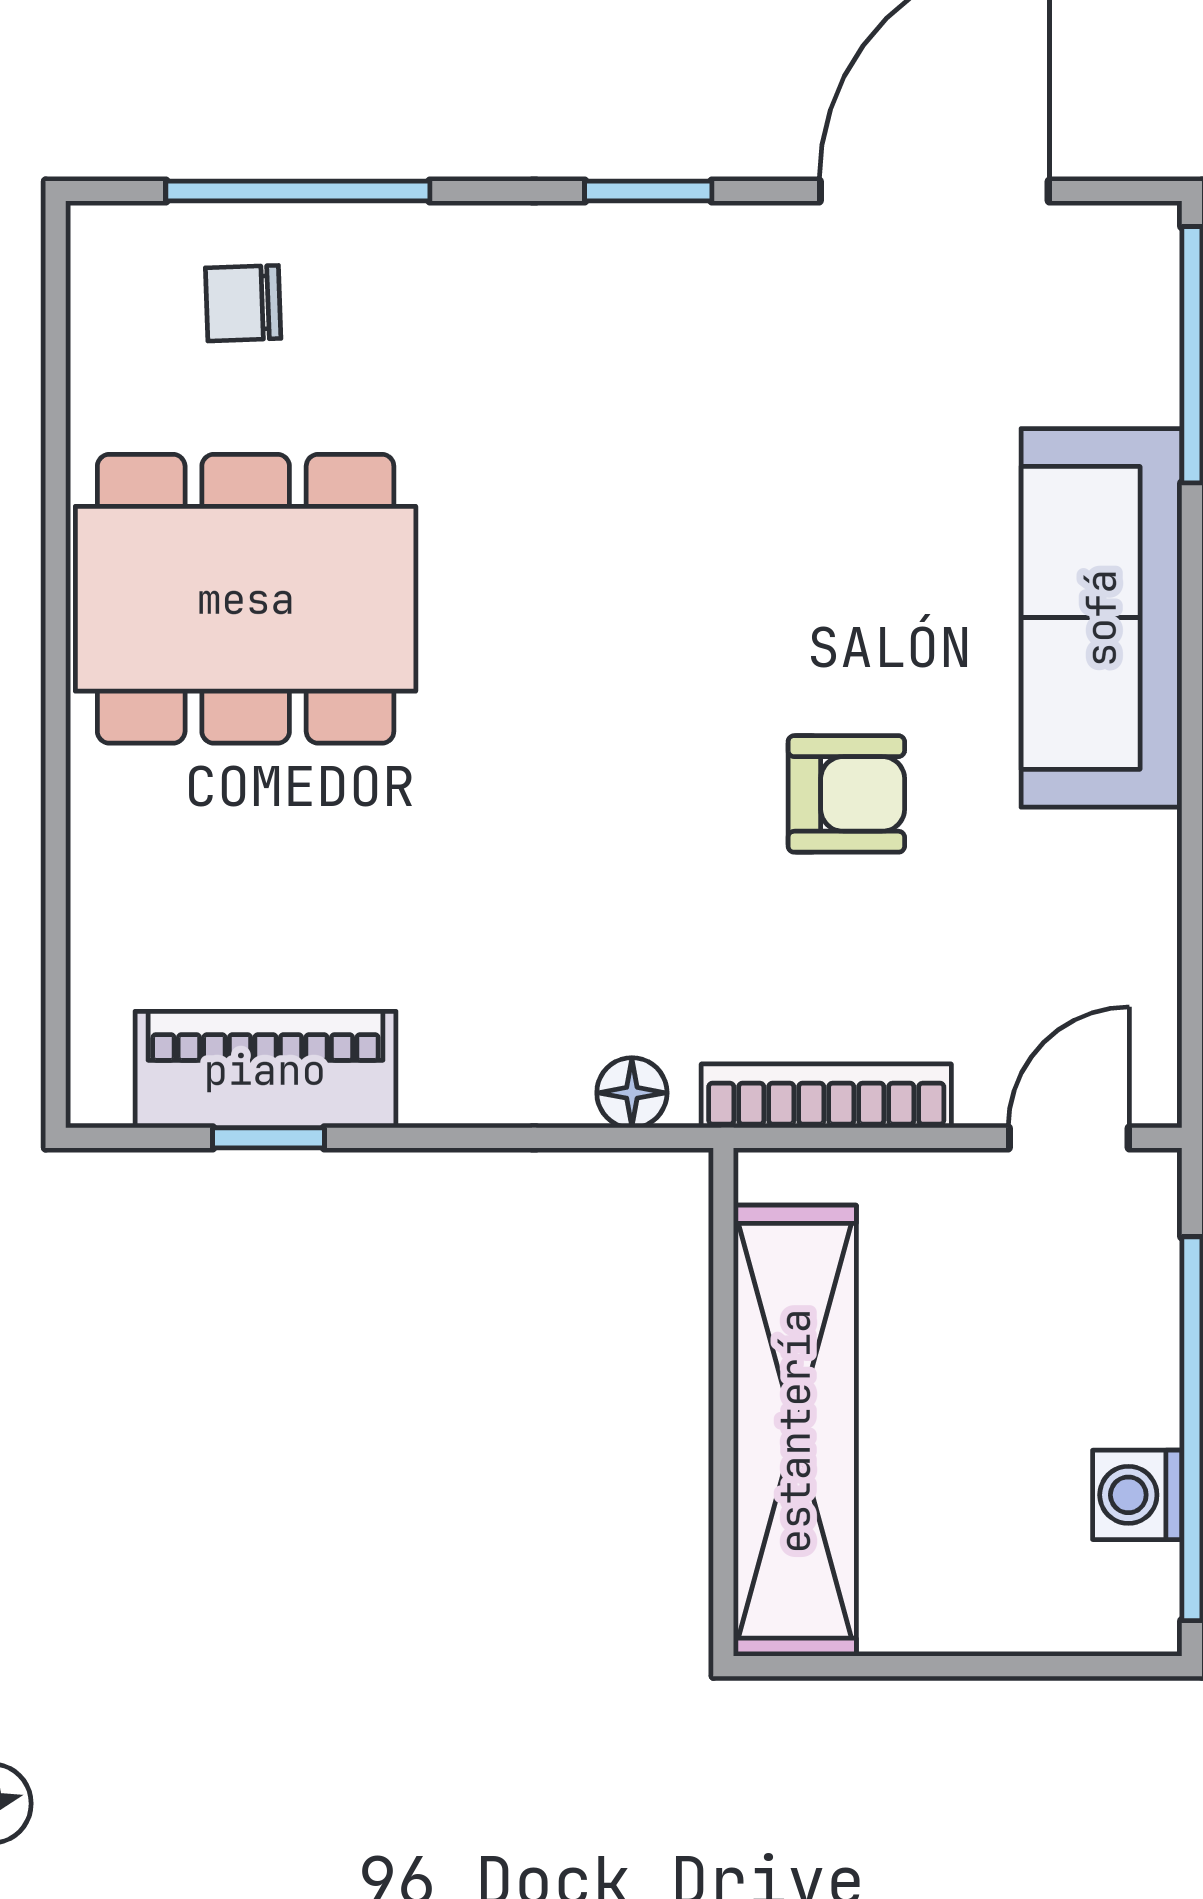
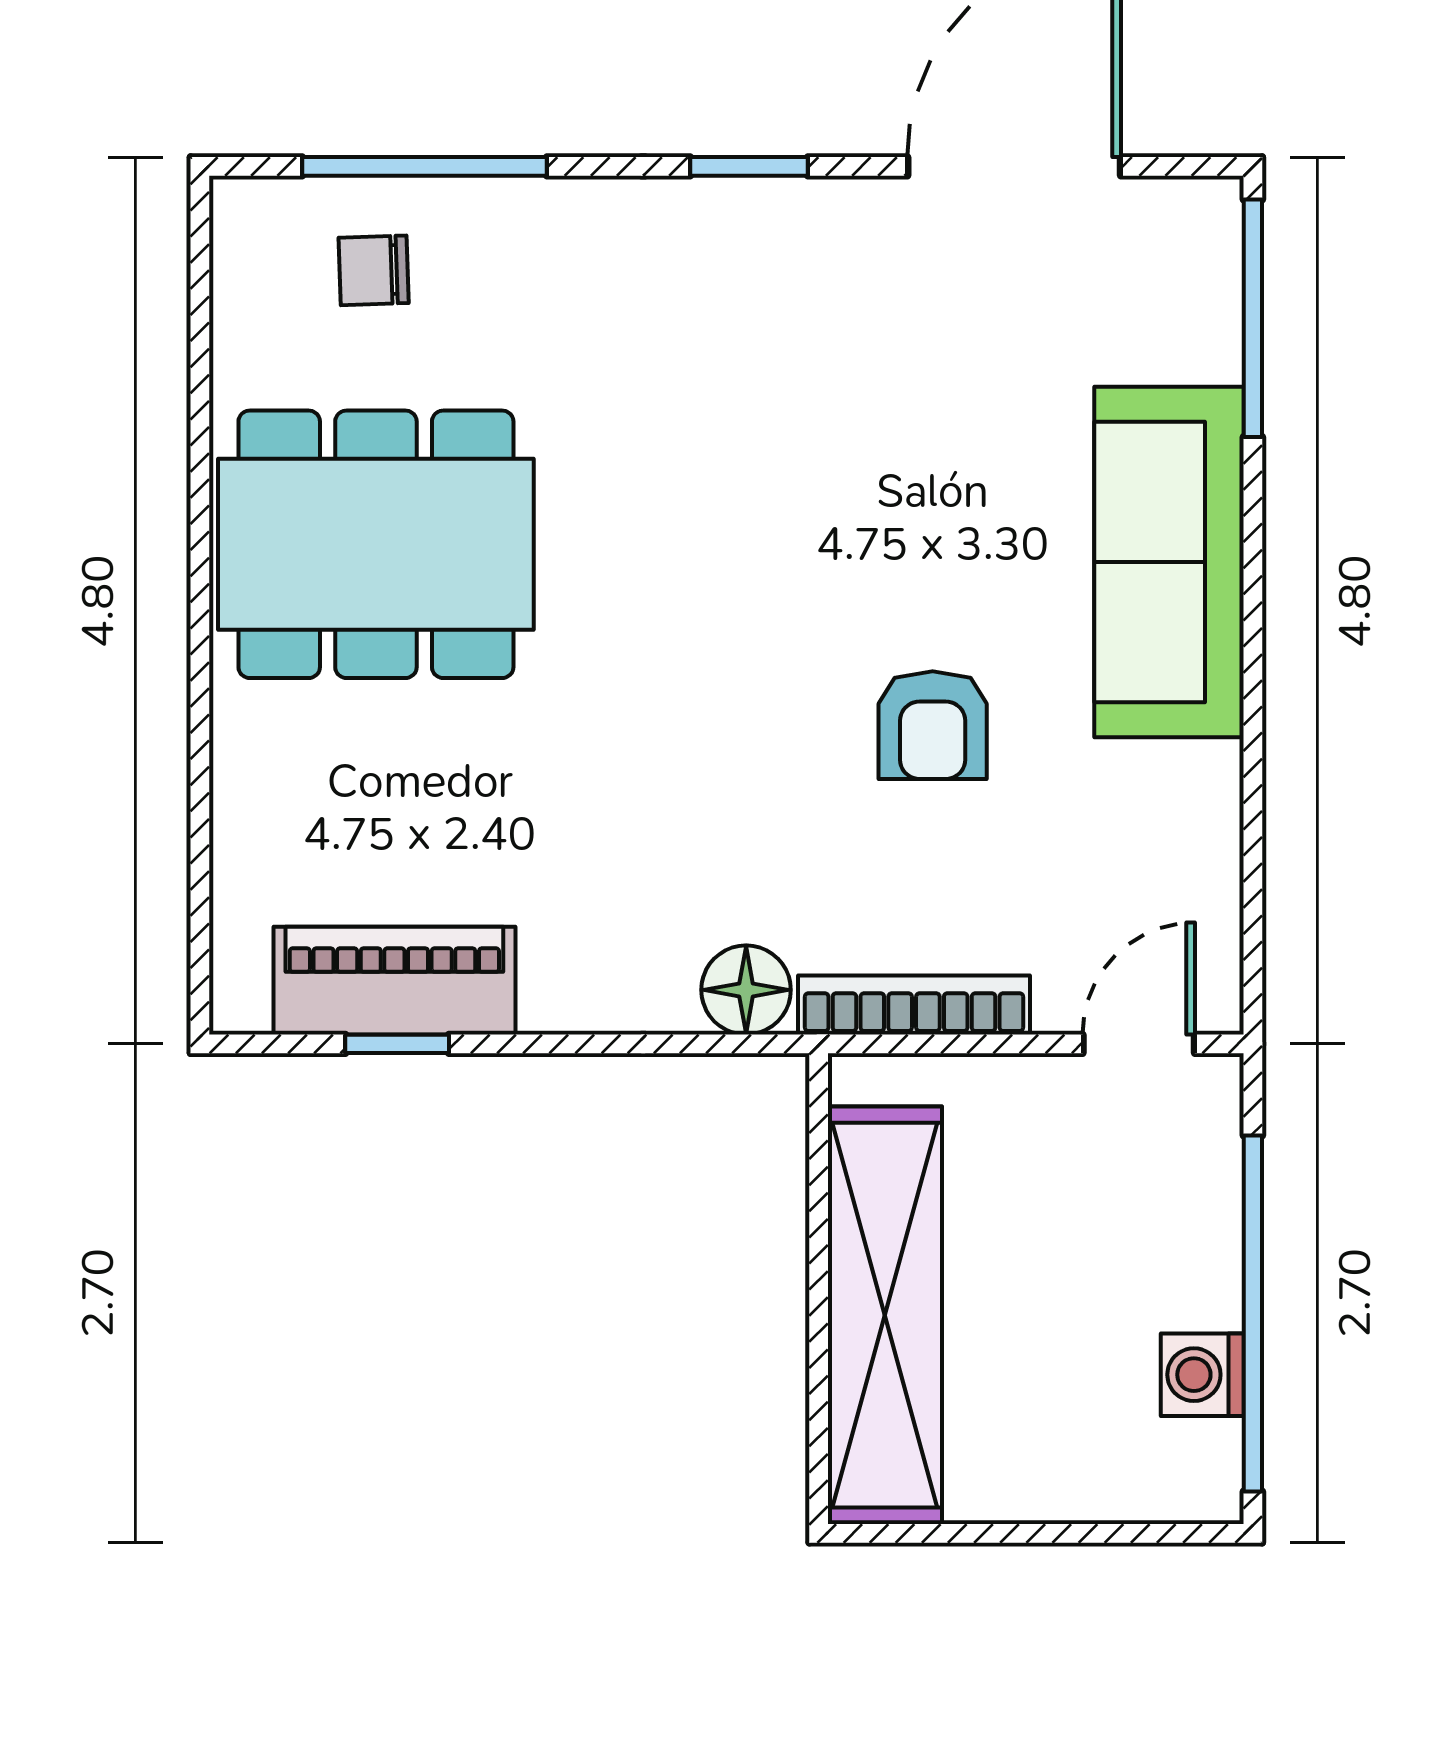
armchair: (846, 794) -> (933, 725), turned 90
floor lamp: (632, 1093) -> (746, 990), width x1.37, depth x1.37

